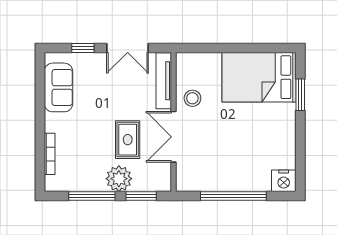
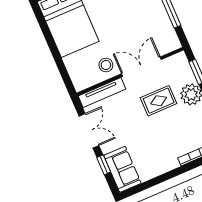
sofa: (58, 87) -> (122, 169), moved, turned 90
double door: (174, 137) -> (141, 67), swing flipped

